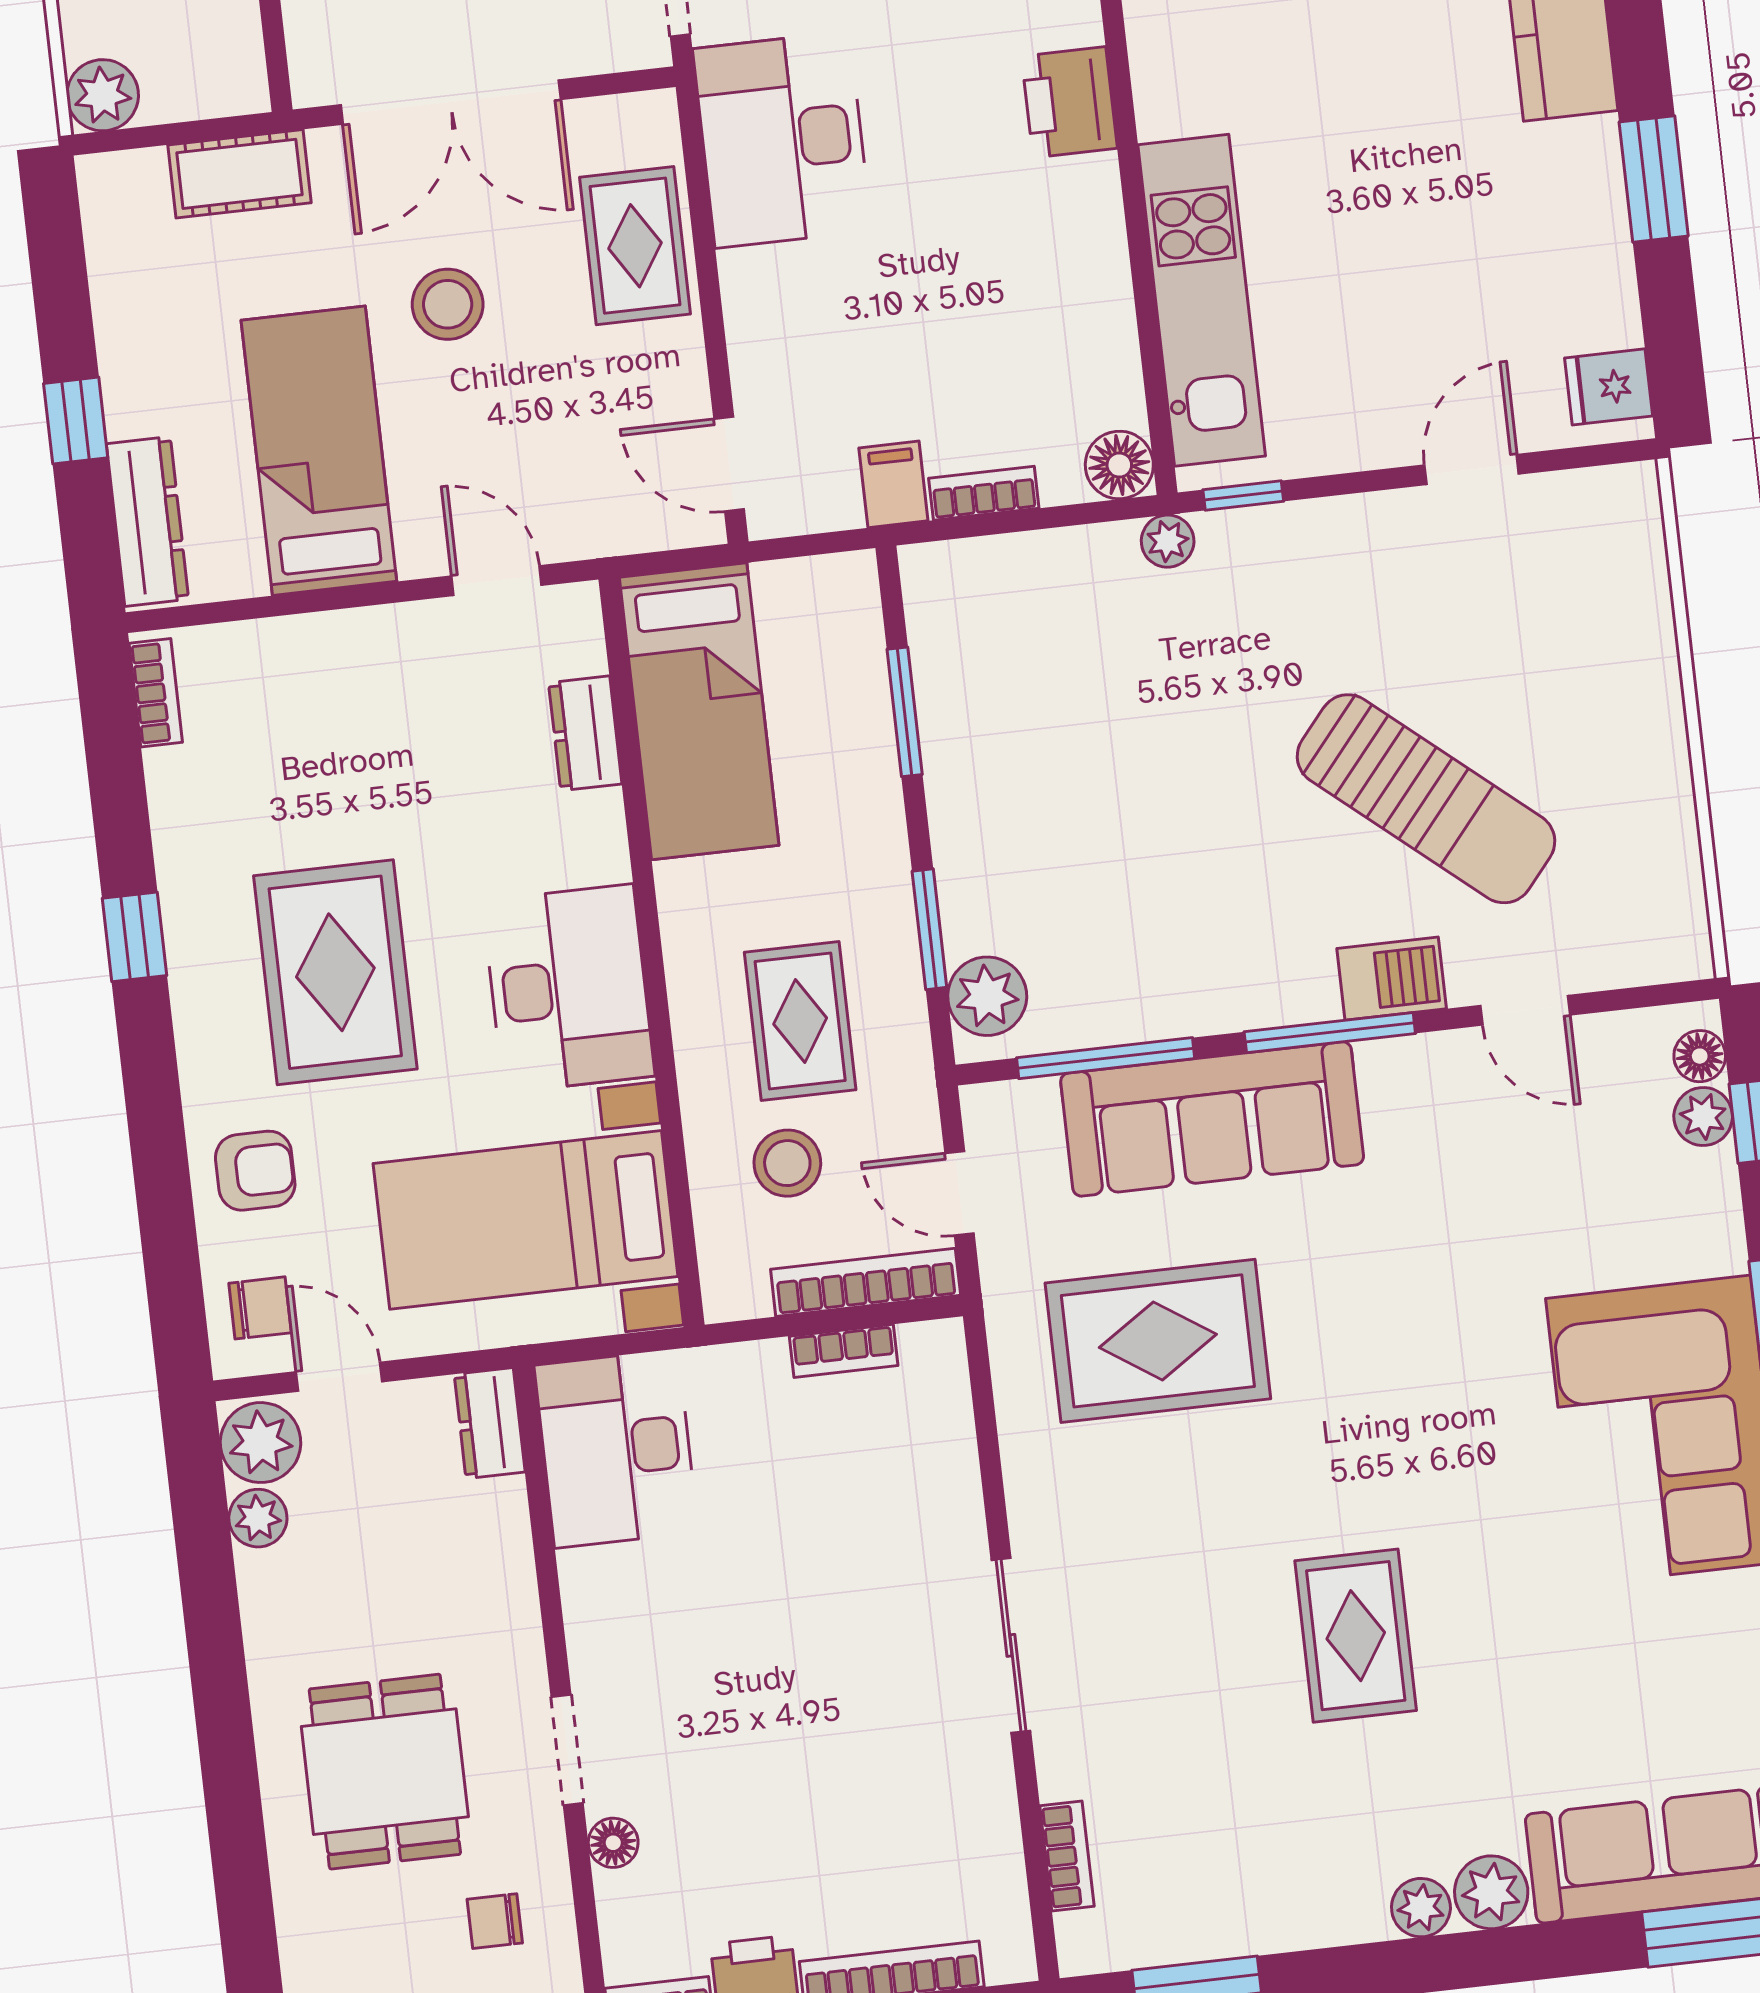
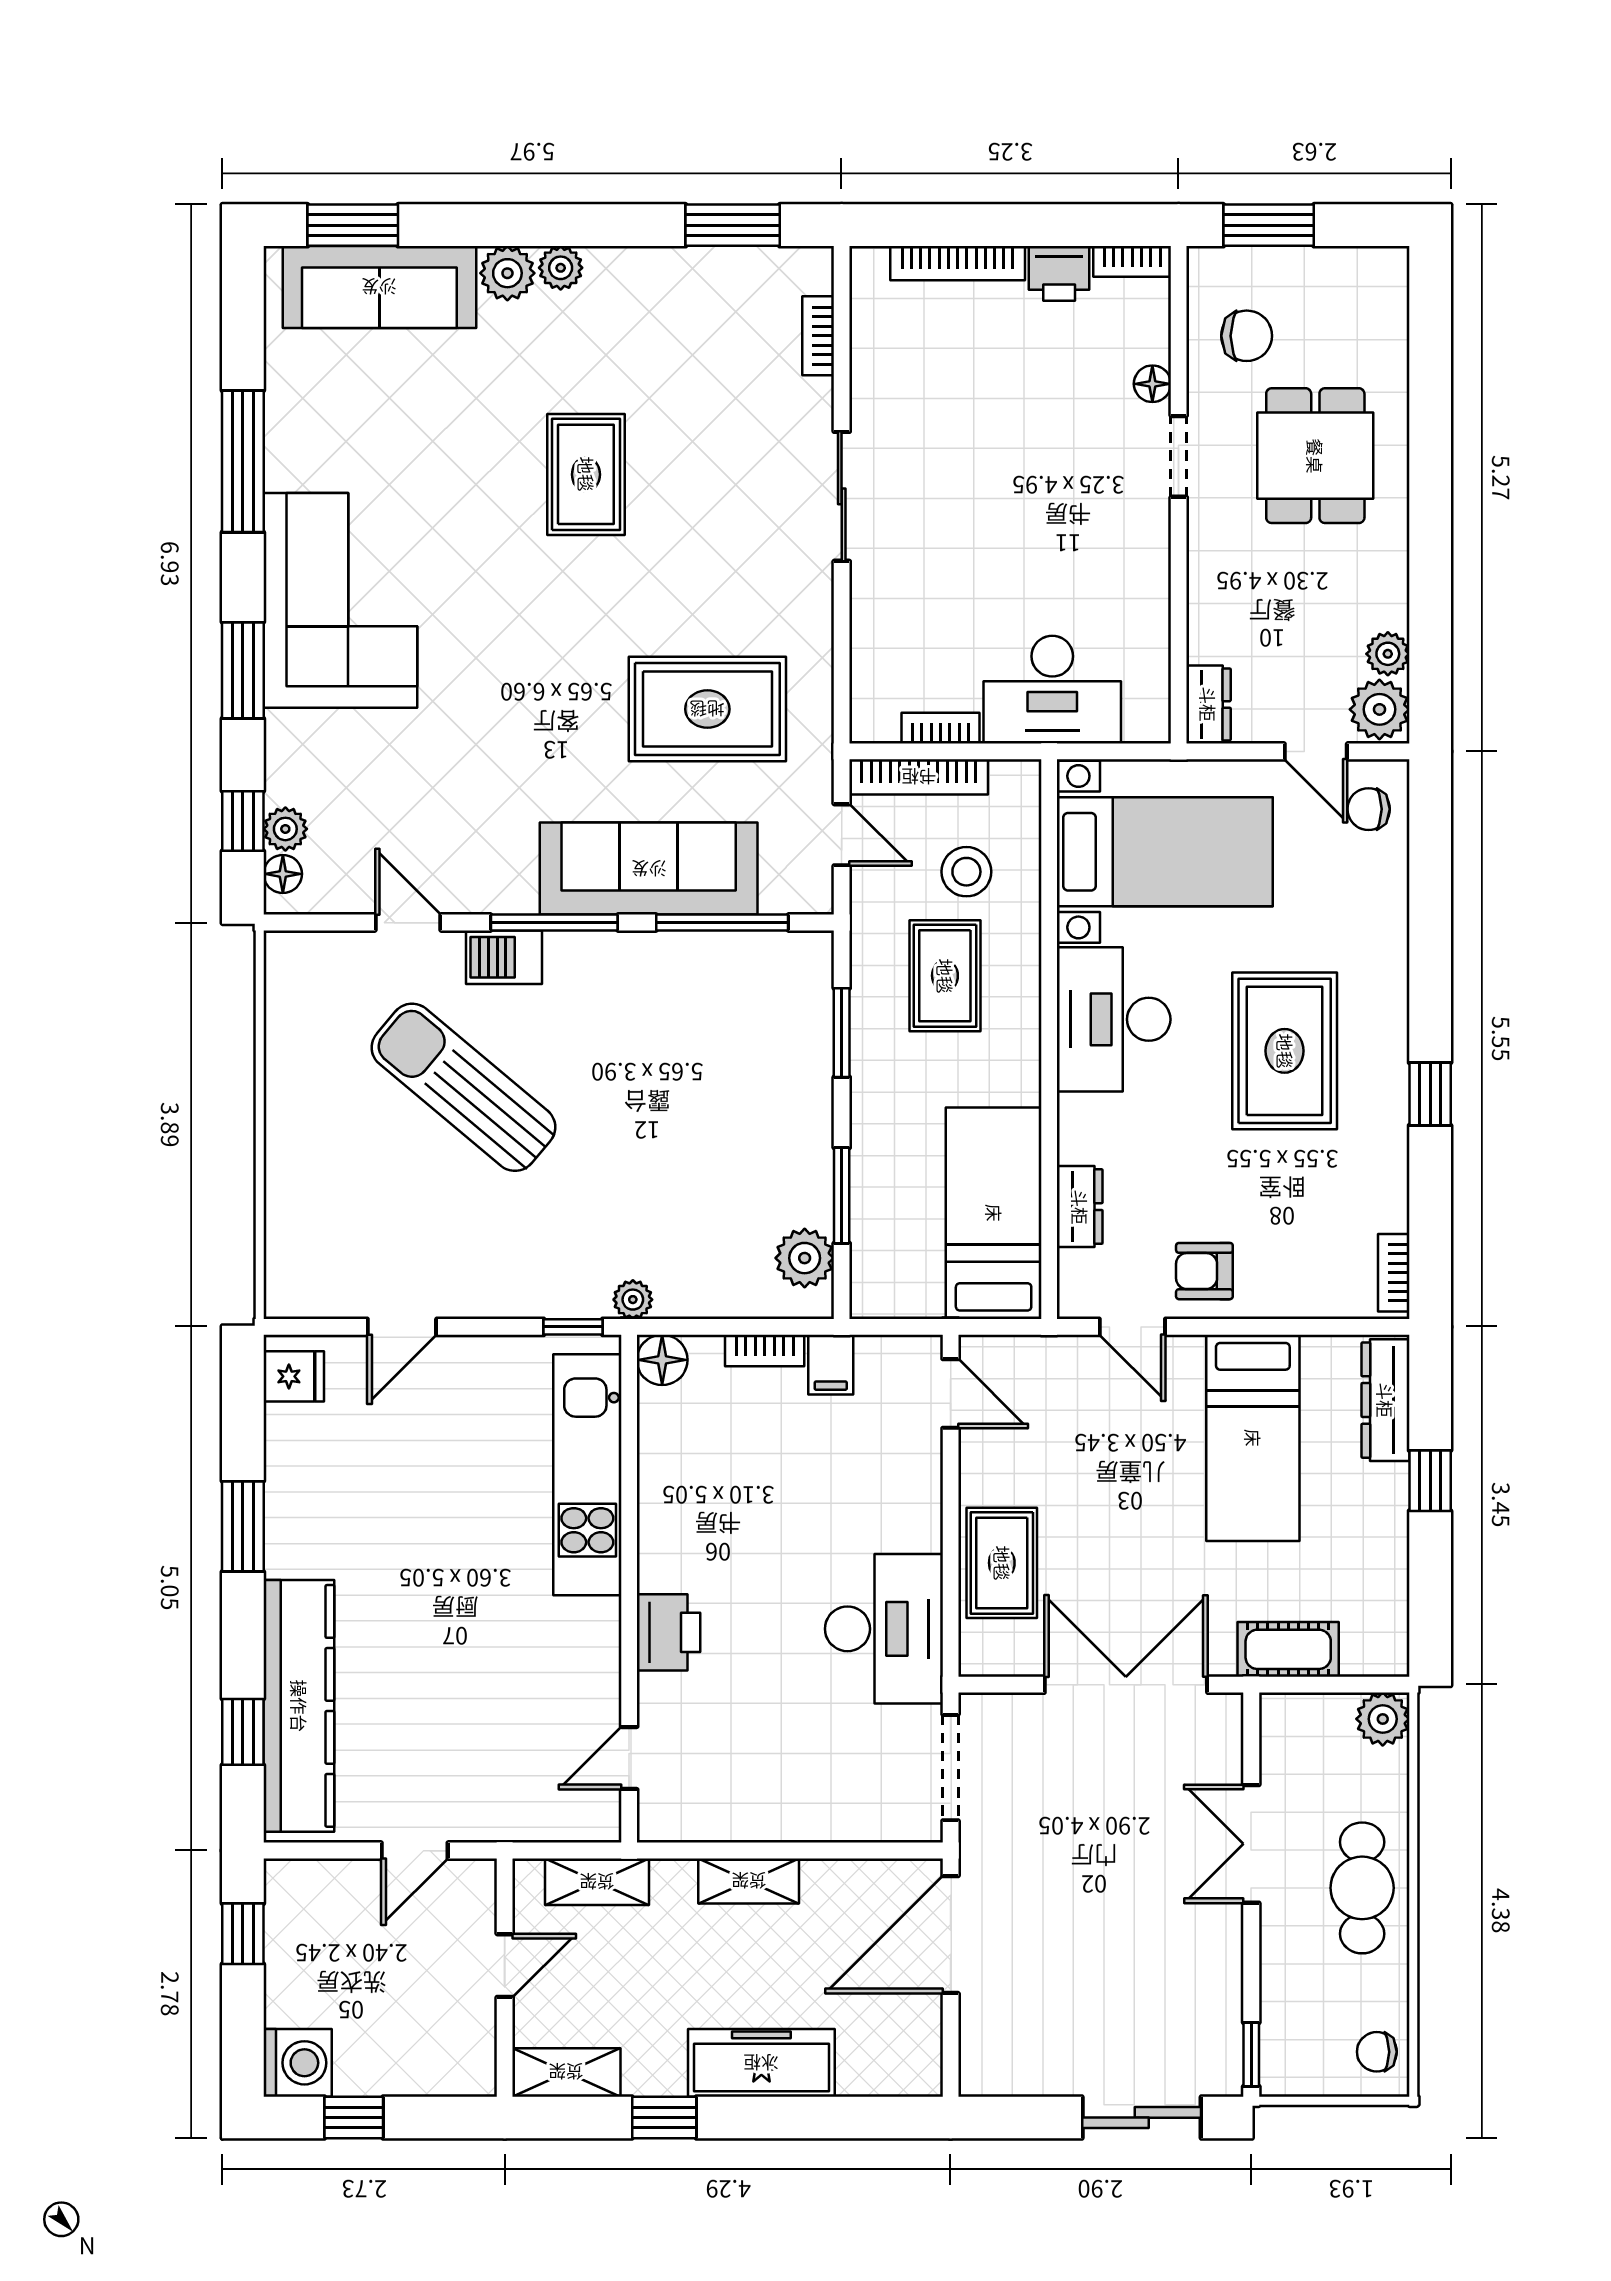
stool: (448, 304) -> (1145, 1535), removed
plant: (987, 996) -> (805, 1258), moved
armchair: (255, 1171) -> (1204, 1271), moved
desk: (616, 1449) -> (1052, 690), moved, turned 90
chair: (495, 1921) -> (1247, 336), width x1.37, depth x1.37

